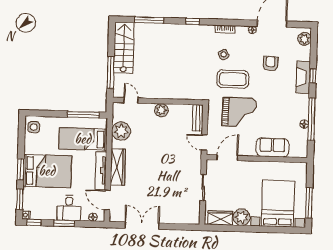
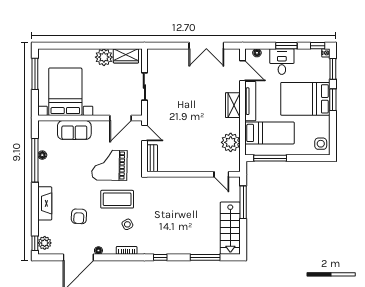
window: (313, 76) -> (35, 243), moved
plant: (161, 110) -> (190, 165), removed
wardrobe: (118, 167) -> (233, 105), width x0.67
bed with nightstands: (278, 204) -> (65, 92), moved, turned 180

